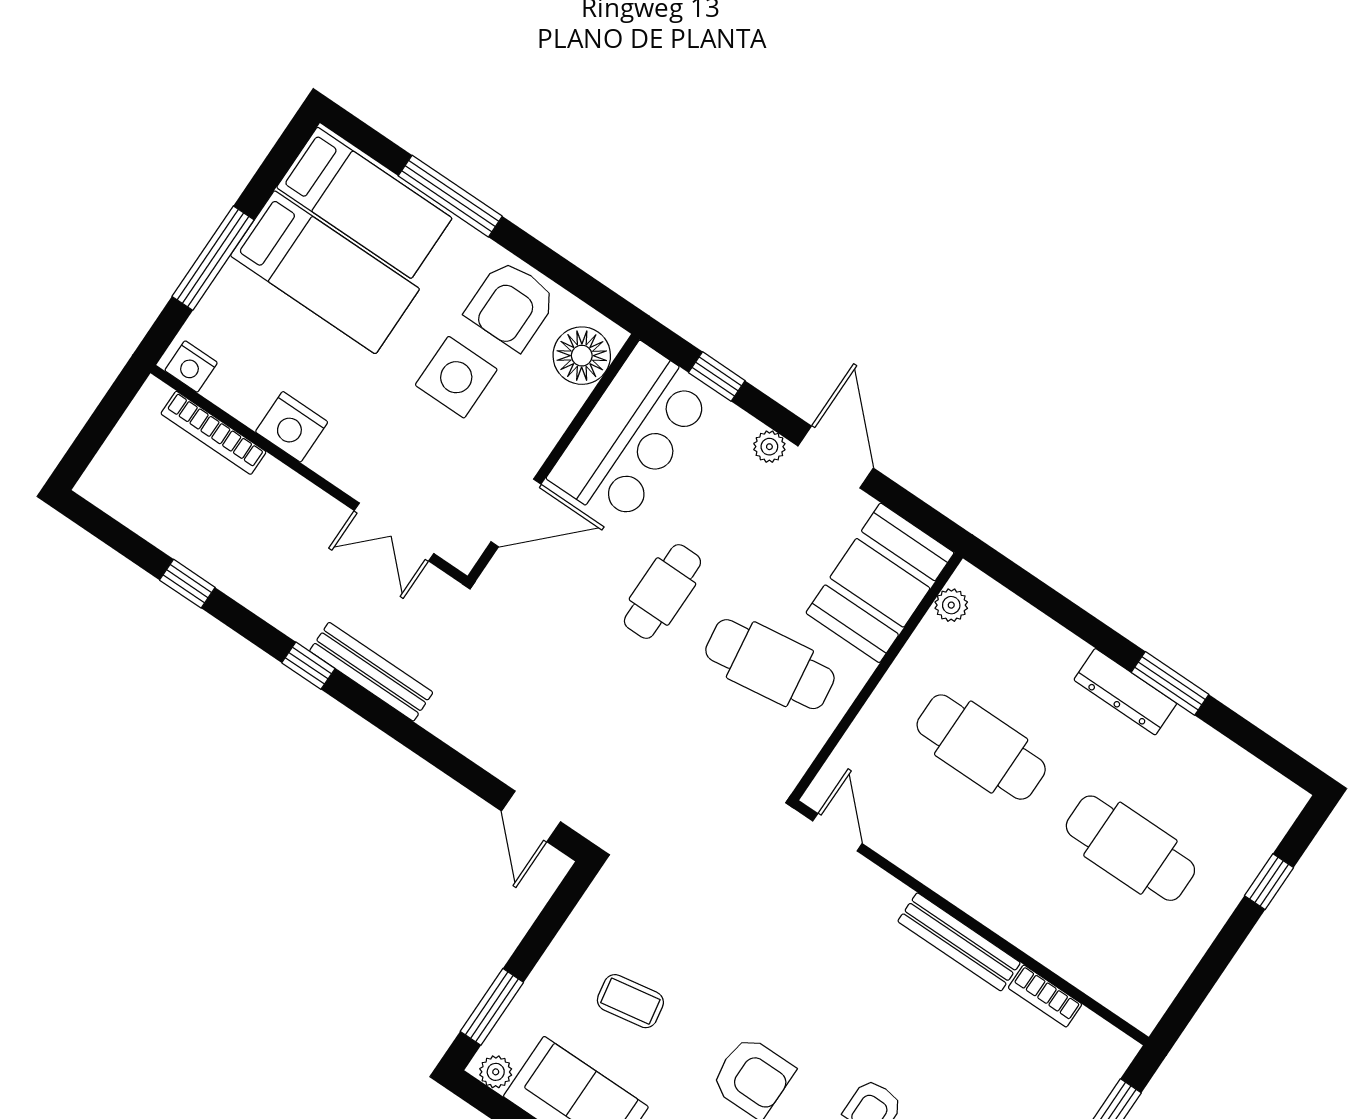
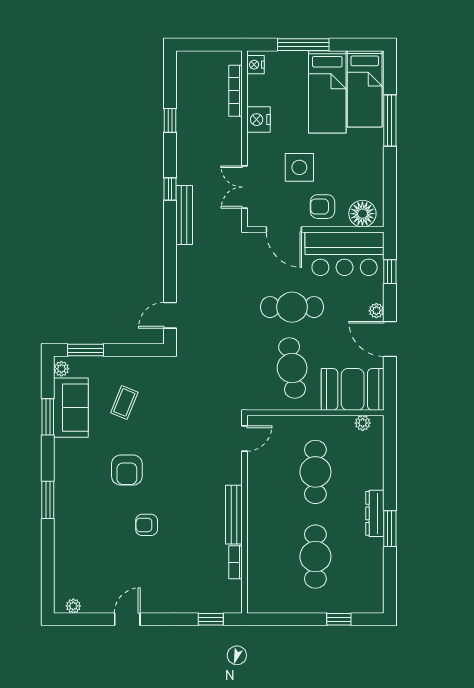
armchair: (511, 305) -> (322, 207), moved, width x0.72, depth x0.72
side table: (456, 377) -> (299, 167), moved
door: (836, 457) -> (390, 339), swing flipped
cafe table: (662, 592) -> (292, 307), width x1.37, depth x1.35
coffee table: (630, 1001) -> (124, 402), turned 32

